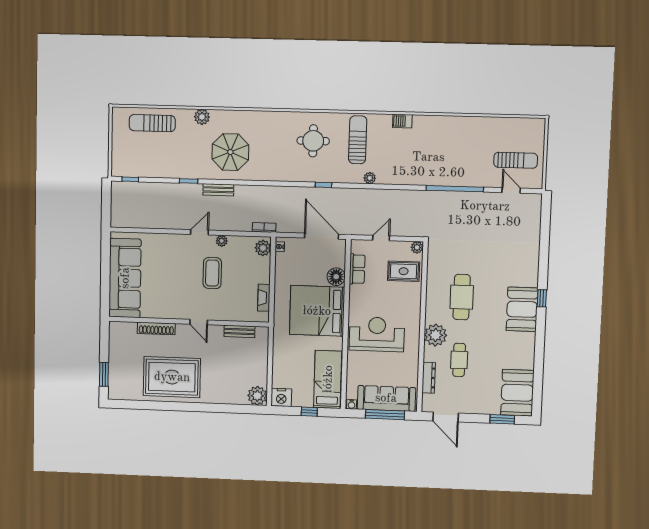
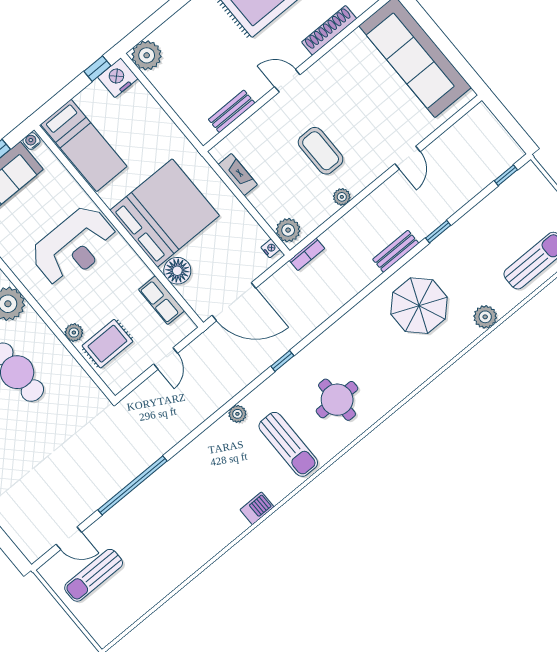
door: (200, 232) -> (407, 158), moved
plant: (417, 247) -> (74, 333), moved
window: (309, 412) -> (97, 69), moved

